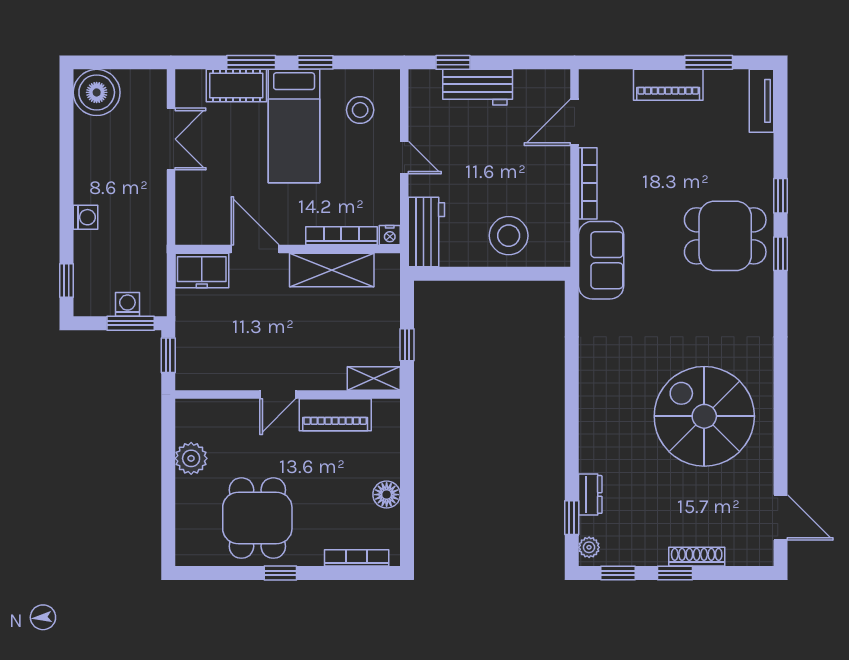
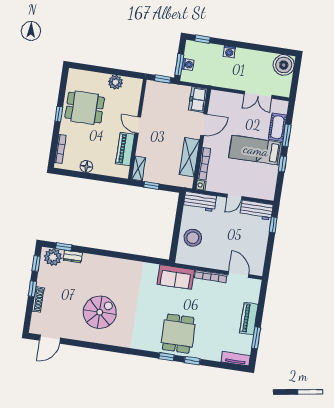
workbench: (478, 87) -> (257, 210), moved, turned -90
stool: (360, 110) -> (258, 180), removed
spiral stairs: (704, 416) -> (100, 312), width x0.73, depth x0.73
plant: (589, 547) -> (53, 257), width x1.88, depth x1.88

